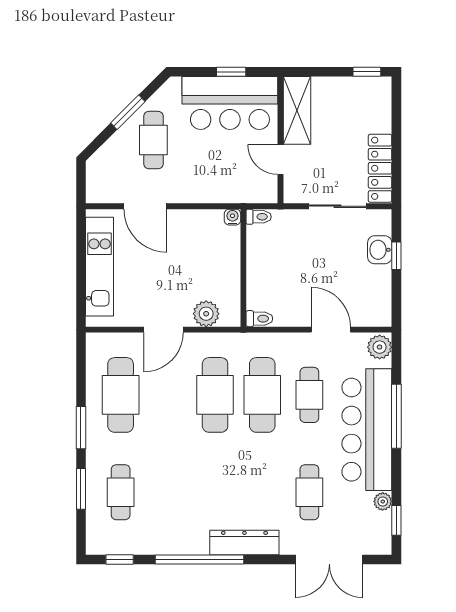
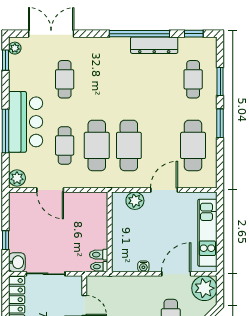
plant: (104, 185) -> (204, 288), added
door: (145, 206) -> (176, 274), hinge flipped
water cooler: (232, 217) -> (143, 266), moved
washbasin: (380, 250) -> (17, 262), moved
toilet: (259, 319) -> (99, 255), moved
bar counter: (367, 430) -> (26, 122), width x0.73
plant: (383, 501) -> (15, 48), moved
dresser: (244, 542) -> (154, 45), moved

